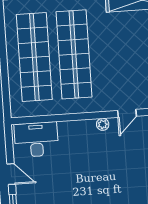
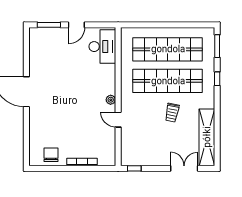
trolley: (114, 46) -> (172, 113), added

